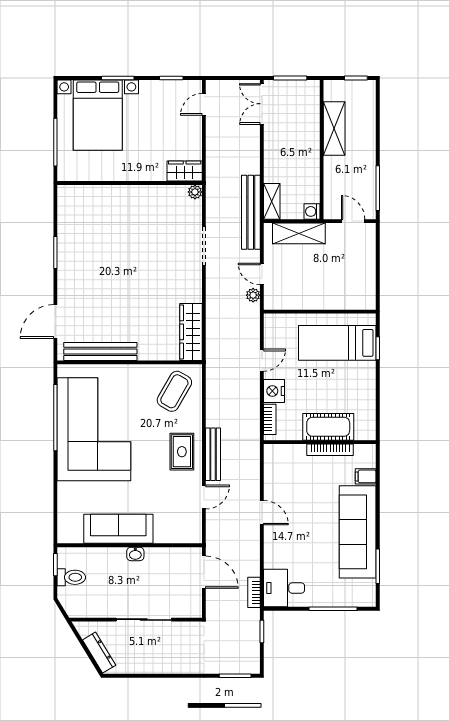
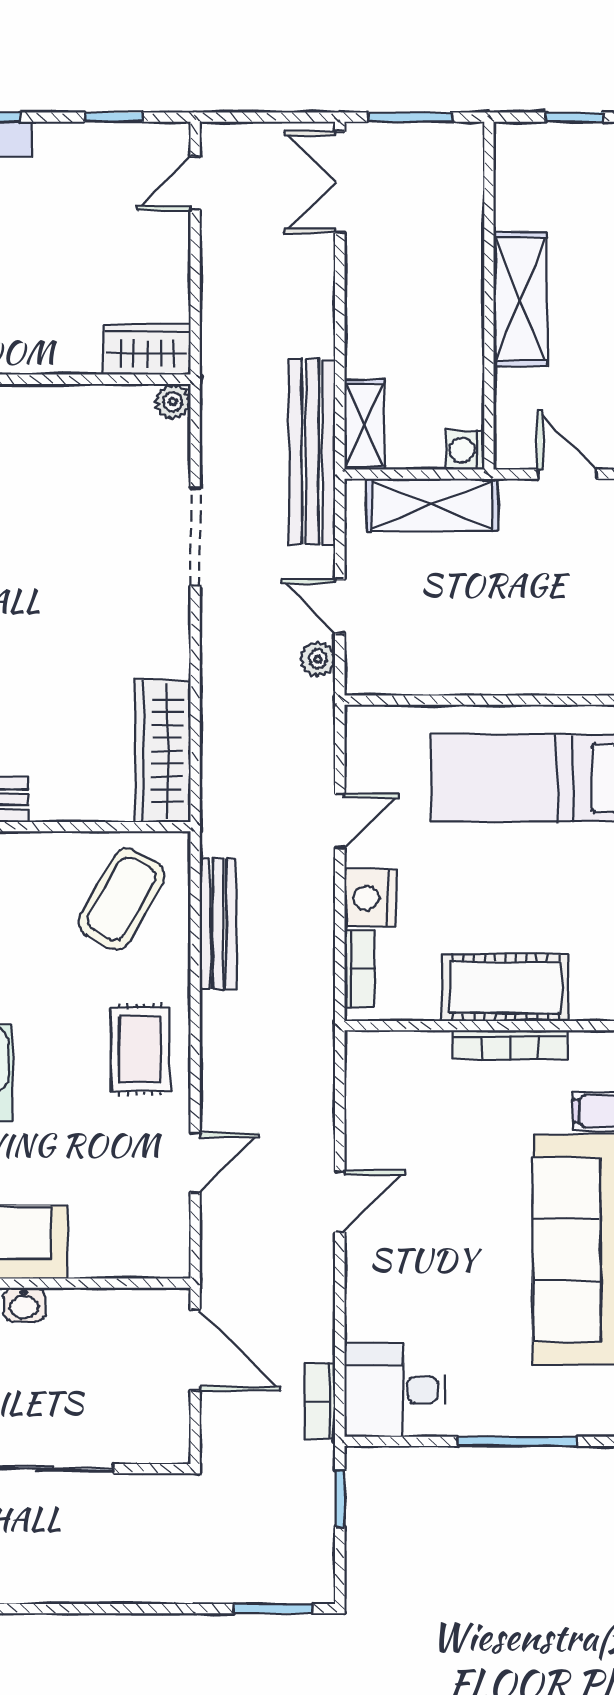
shelving: (334, 128) -> (520, 299), moved
bench: (213, 454) -> (218, 924), moved
door: (262, 513) -> (340, 1202), hinge flipped

